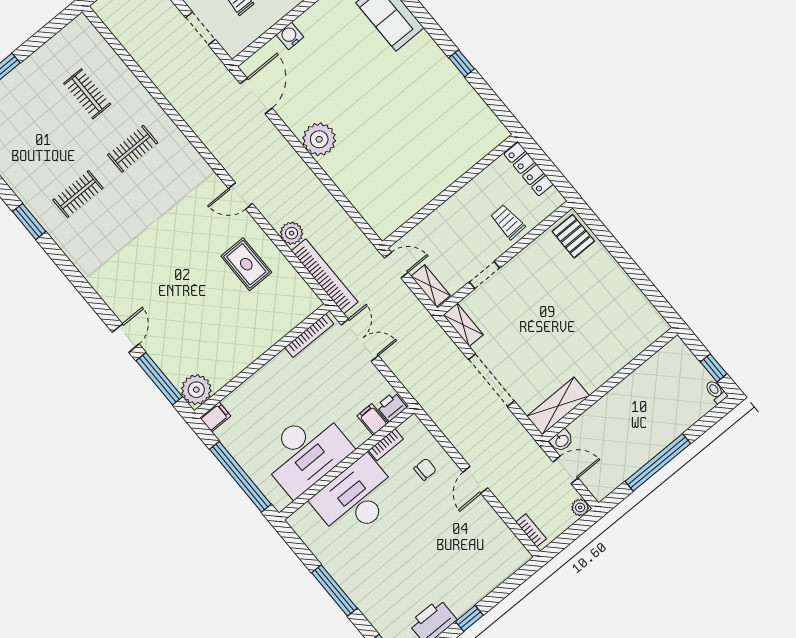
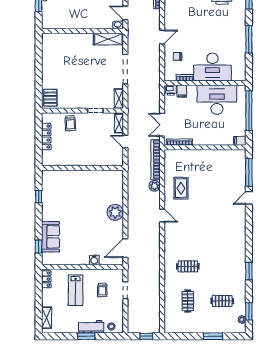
wall: (450, 191) -> (82, 168), moved
clothes rail: (78, 194) -> (222, 301), moved
plant: (196, 390) -> (238, 157), removed

